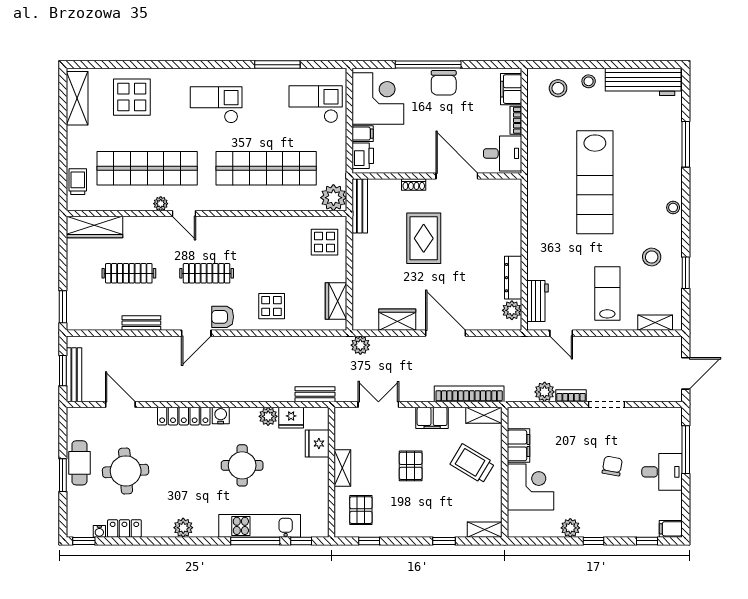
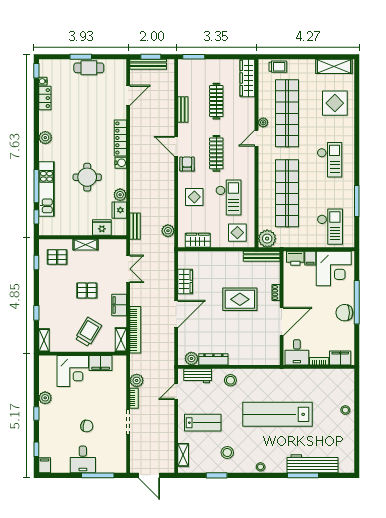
workbench: (643, 82) -> (313, 464), moved, turned 90
stool: (558, 88) -> (230, 380), moved
checkout: (272, 255) -> (228, 198), added
plant: (360, 345) -> (168, 231), moved
round table: (126, 471) -> (83, 99), removed

